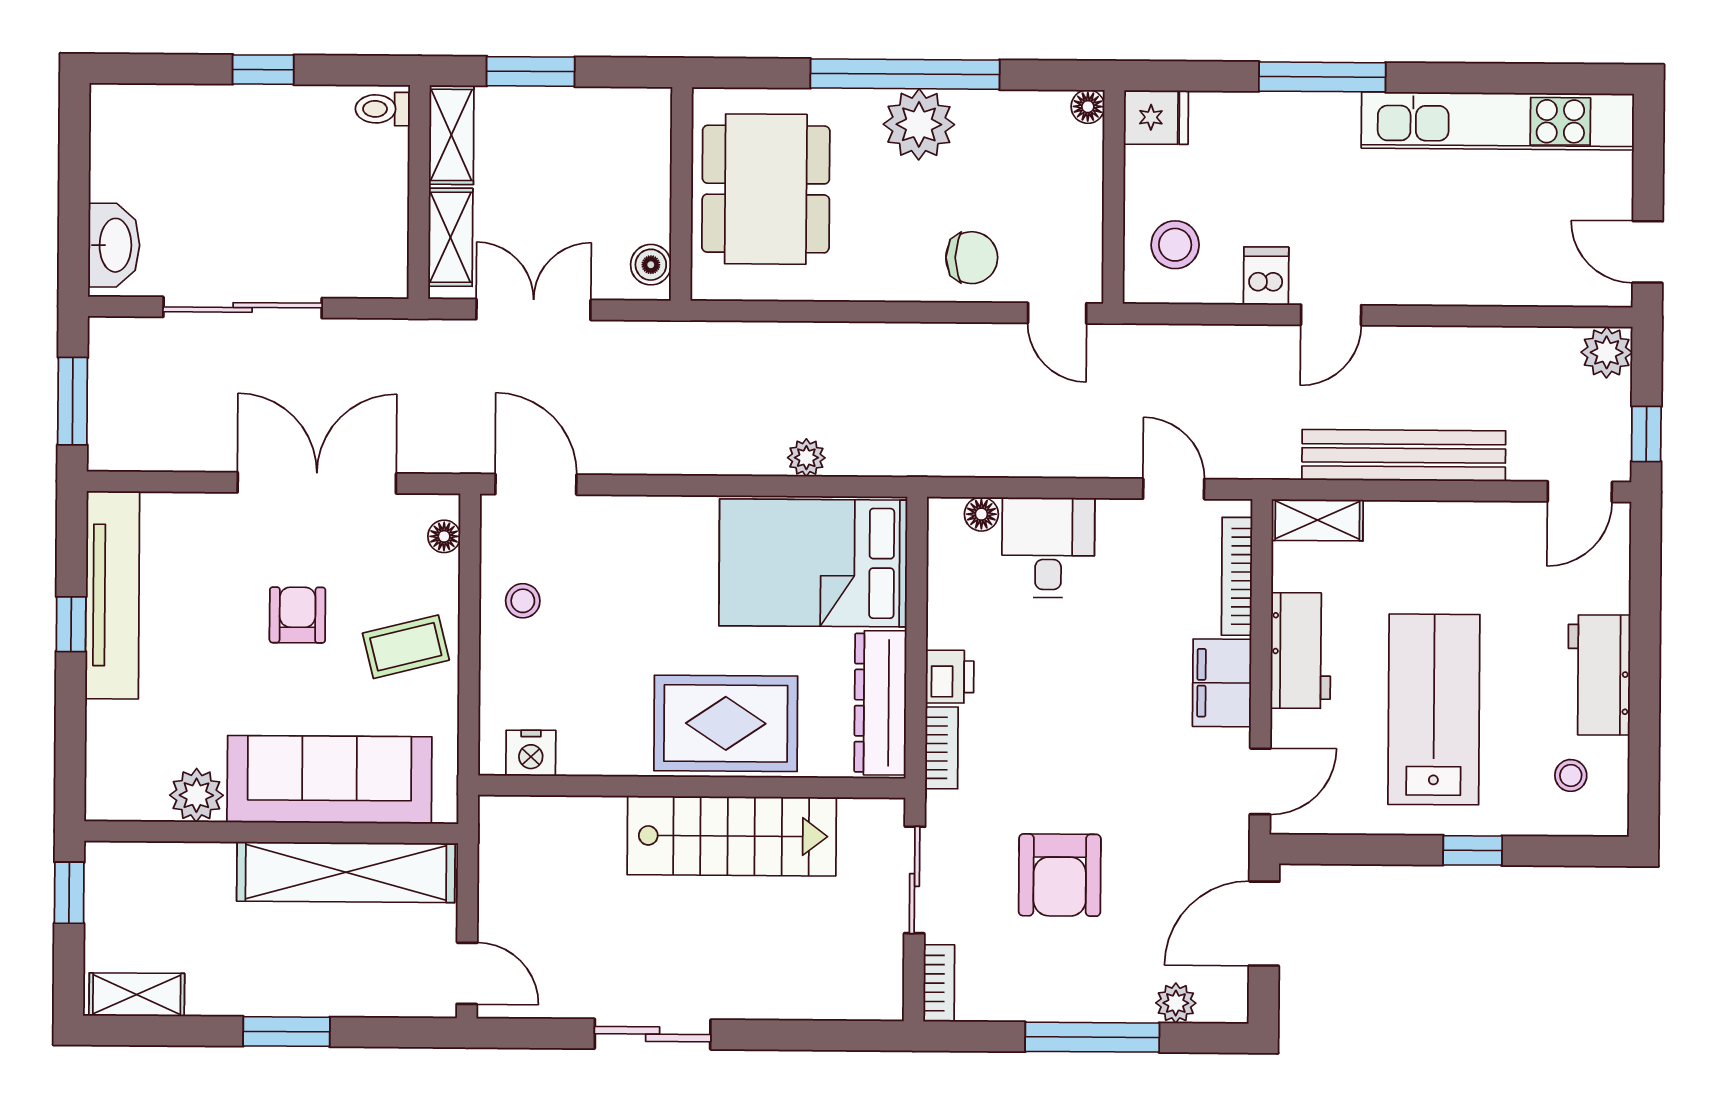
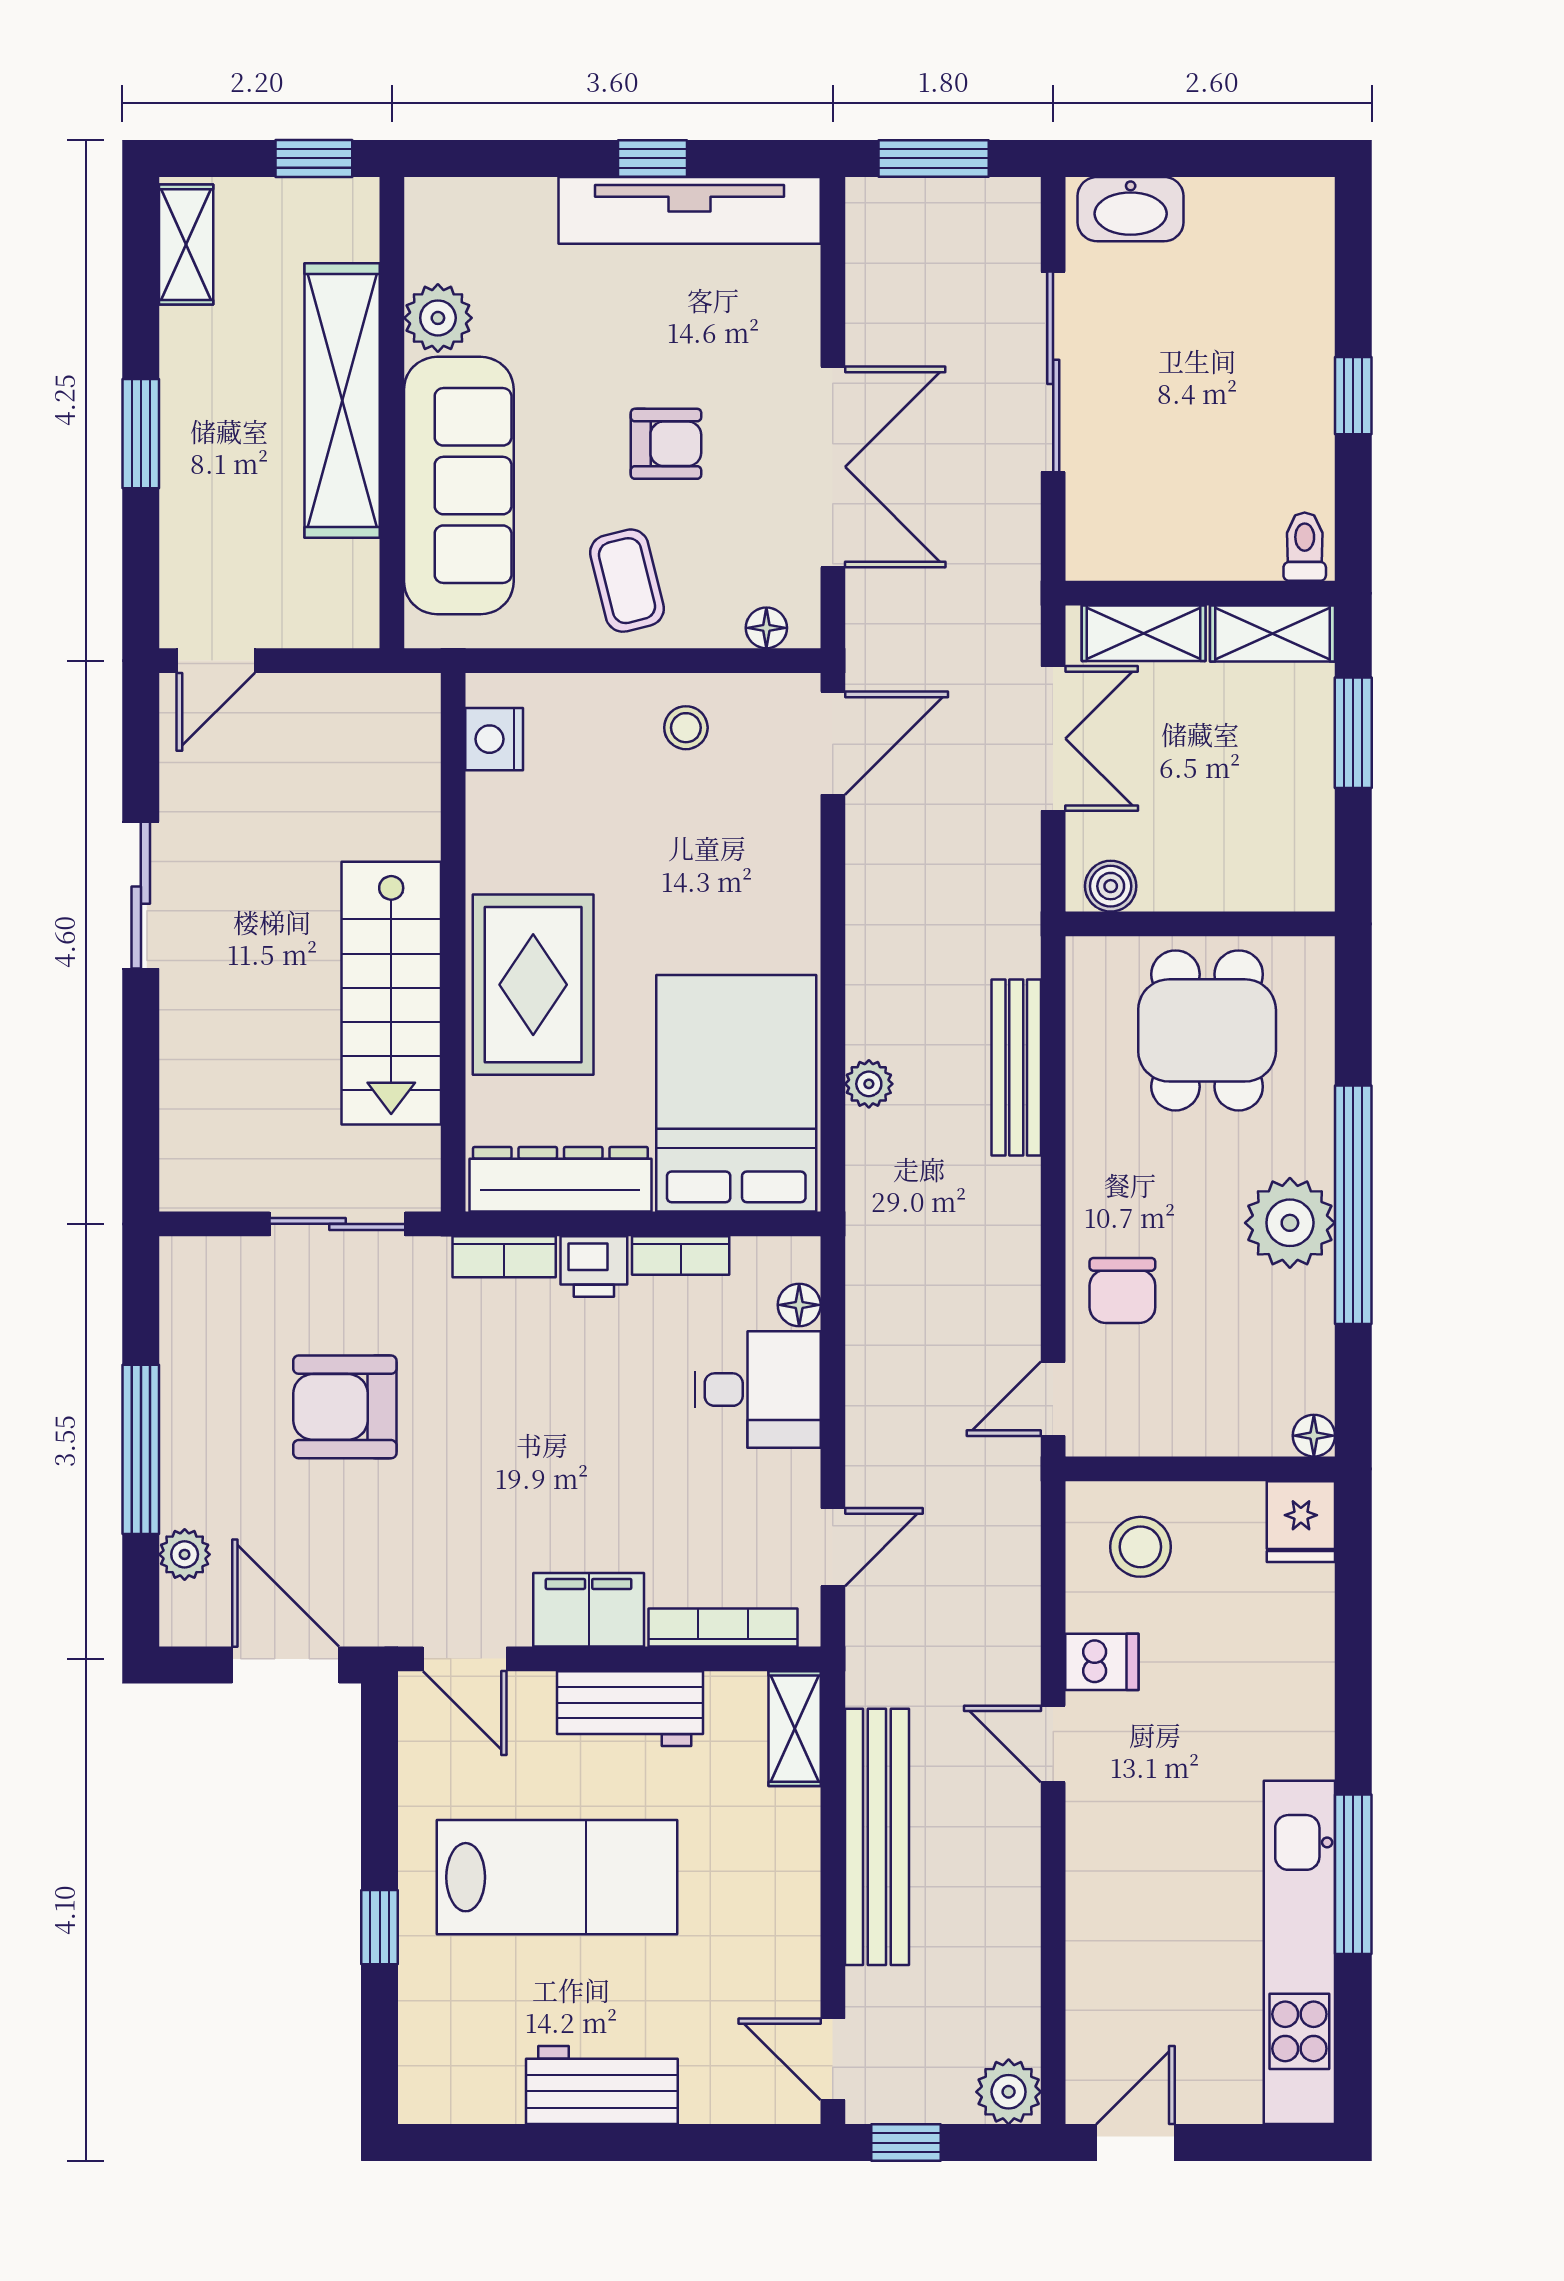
window: (1322, 77) -> (1353, 1874), moved
dining table: (766, 189) -> (1207, 1030), width x0.73
bench: (794, 341) -> (1016, 1068), added
stool: (1571, 775) -> (475, 2050), removed
shelving: (346, 872) -> (342, 401), moved
bookcase: (939, 983) -> (681, 1256), moved

